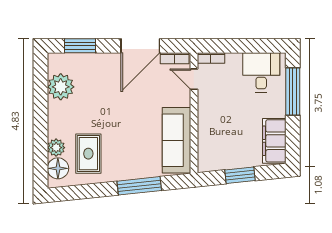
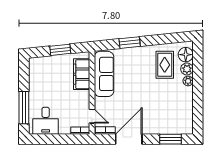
plant: (61, 87) -> (188, 81), moved, width x0.53, depth x0.53
filing cabinet: (274, 141) -> (82, 74), moved, turned 180
window: (139, 186) -> (130, 43), width x0.69

